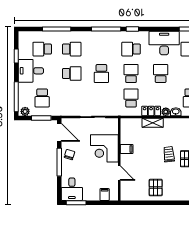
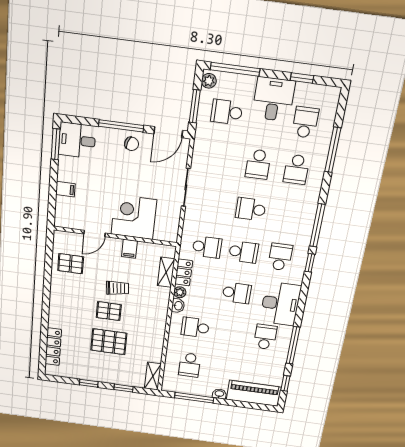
corner desk: (104, 148) -> (134, 217), moved
filing cabinet: (127, 149) -> (129, 249), moved
wall: (119, 159) -> (115, 236), moved
door: (119, 173) -> (95, 234), moved

